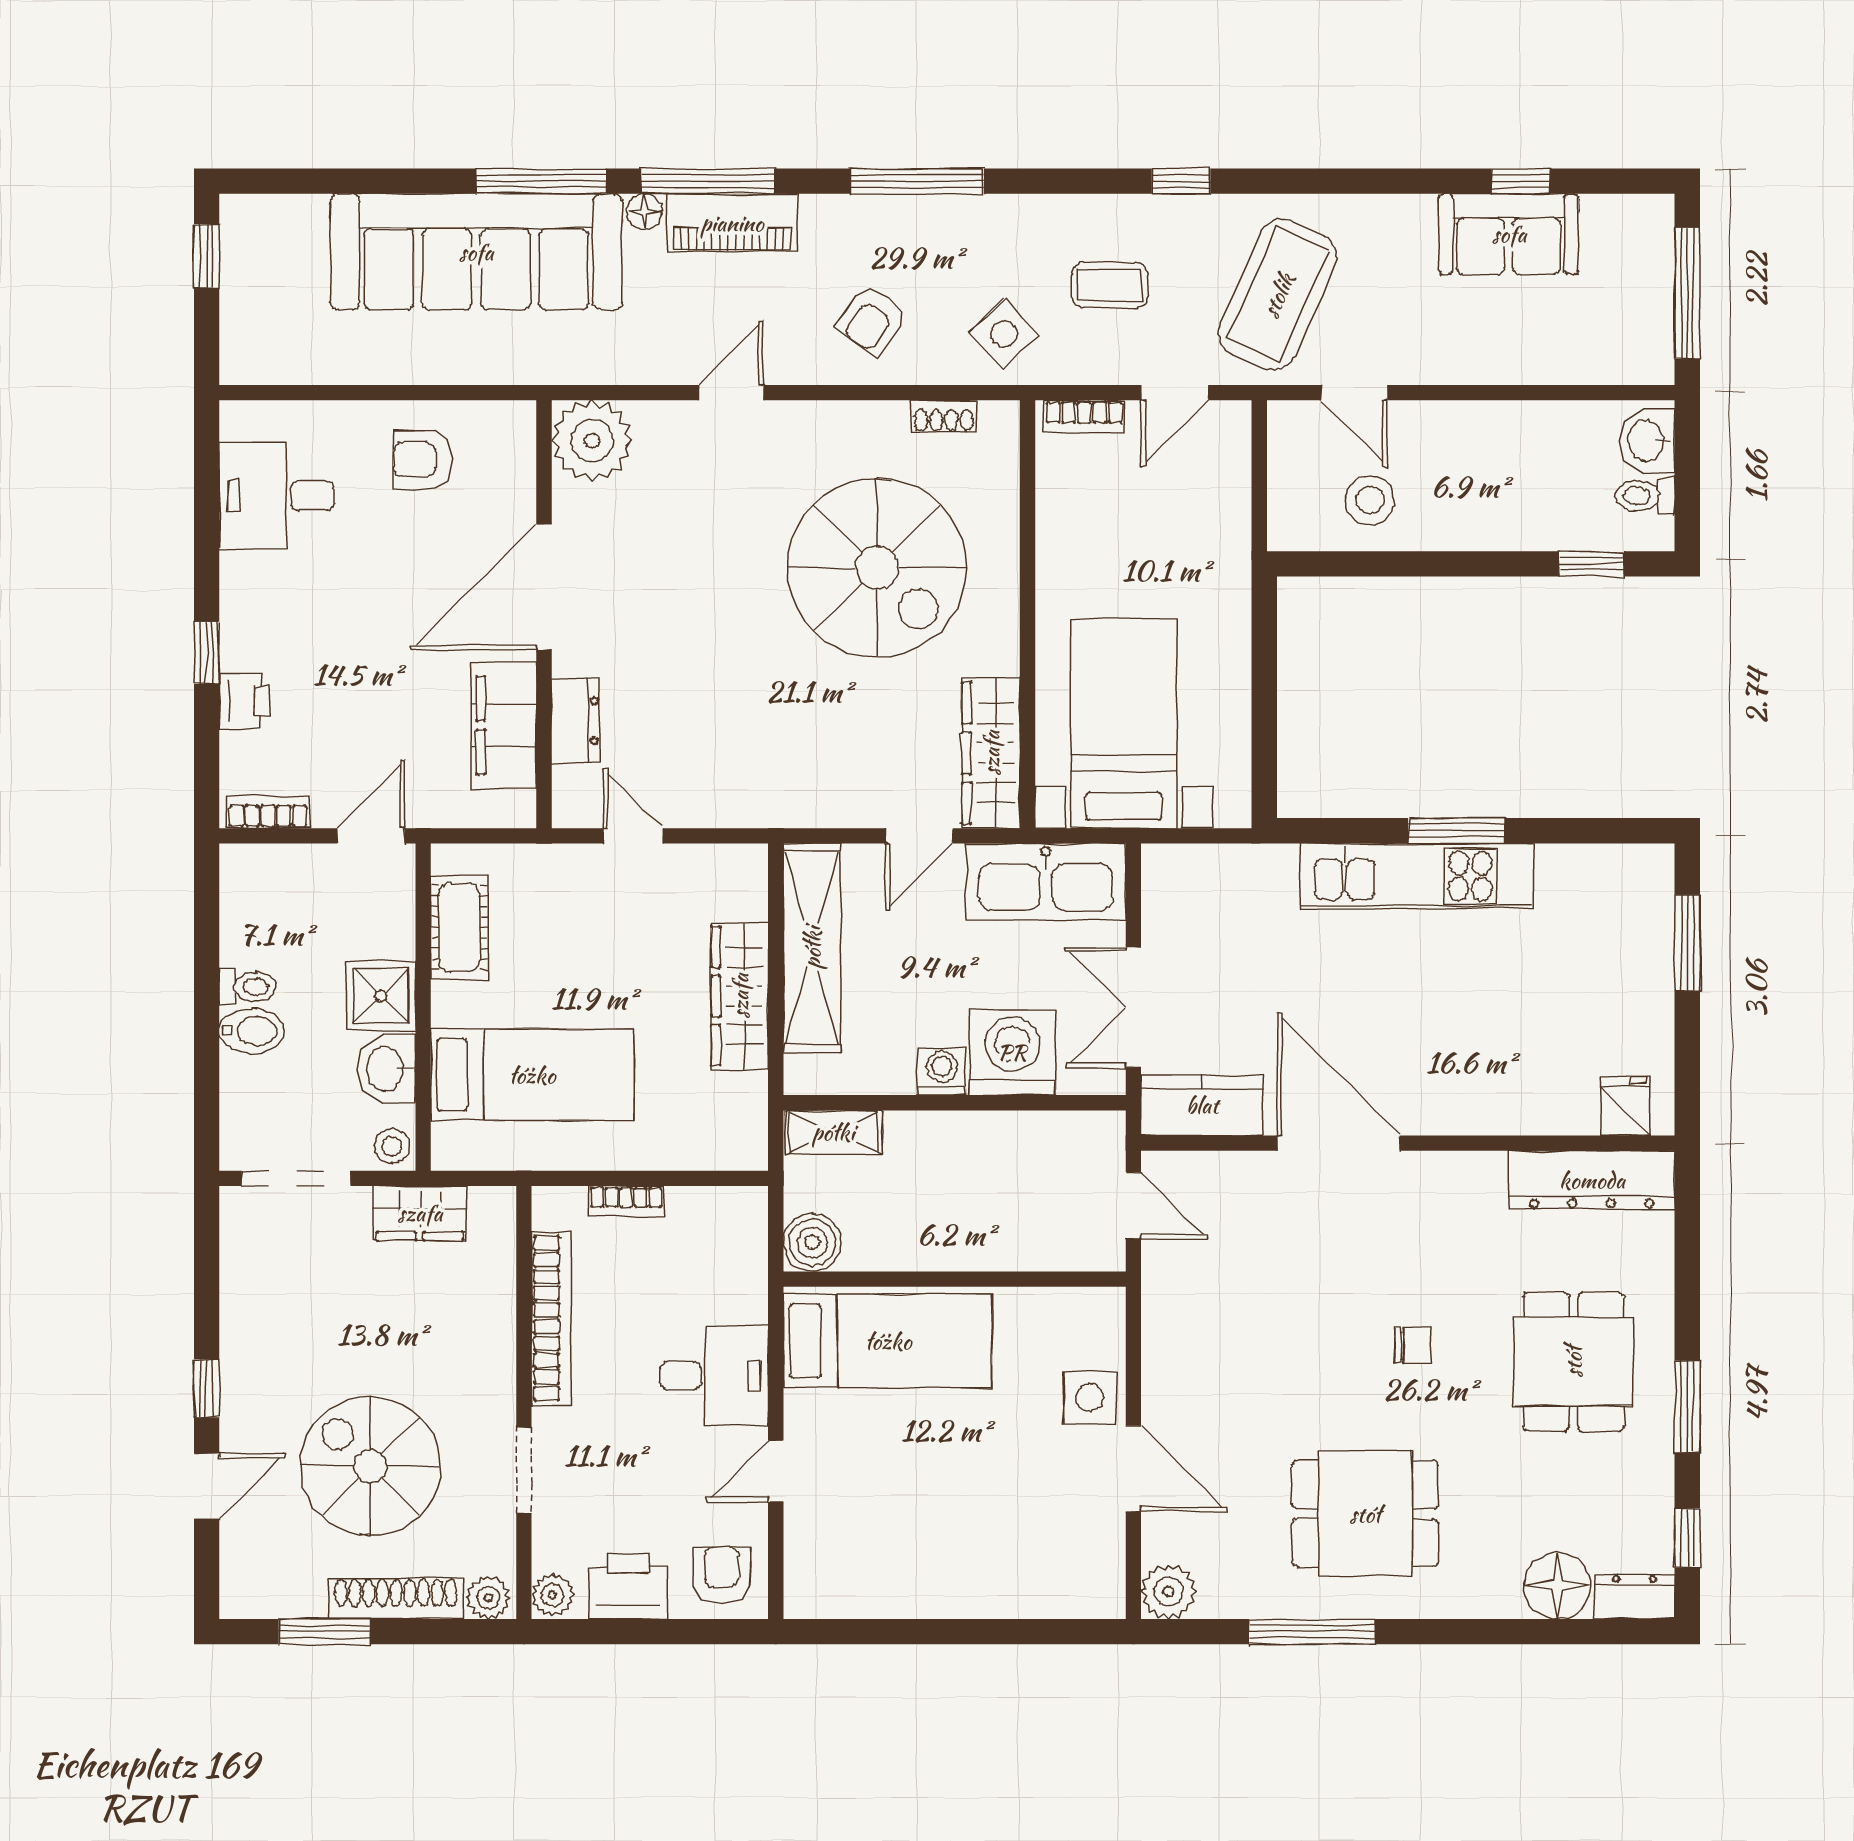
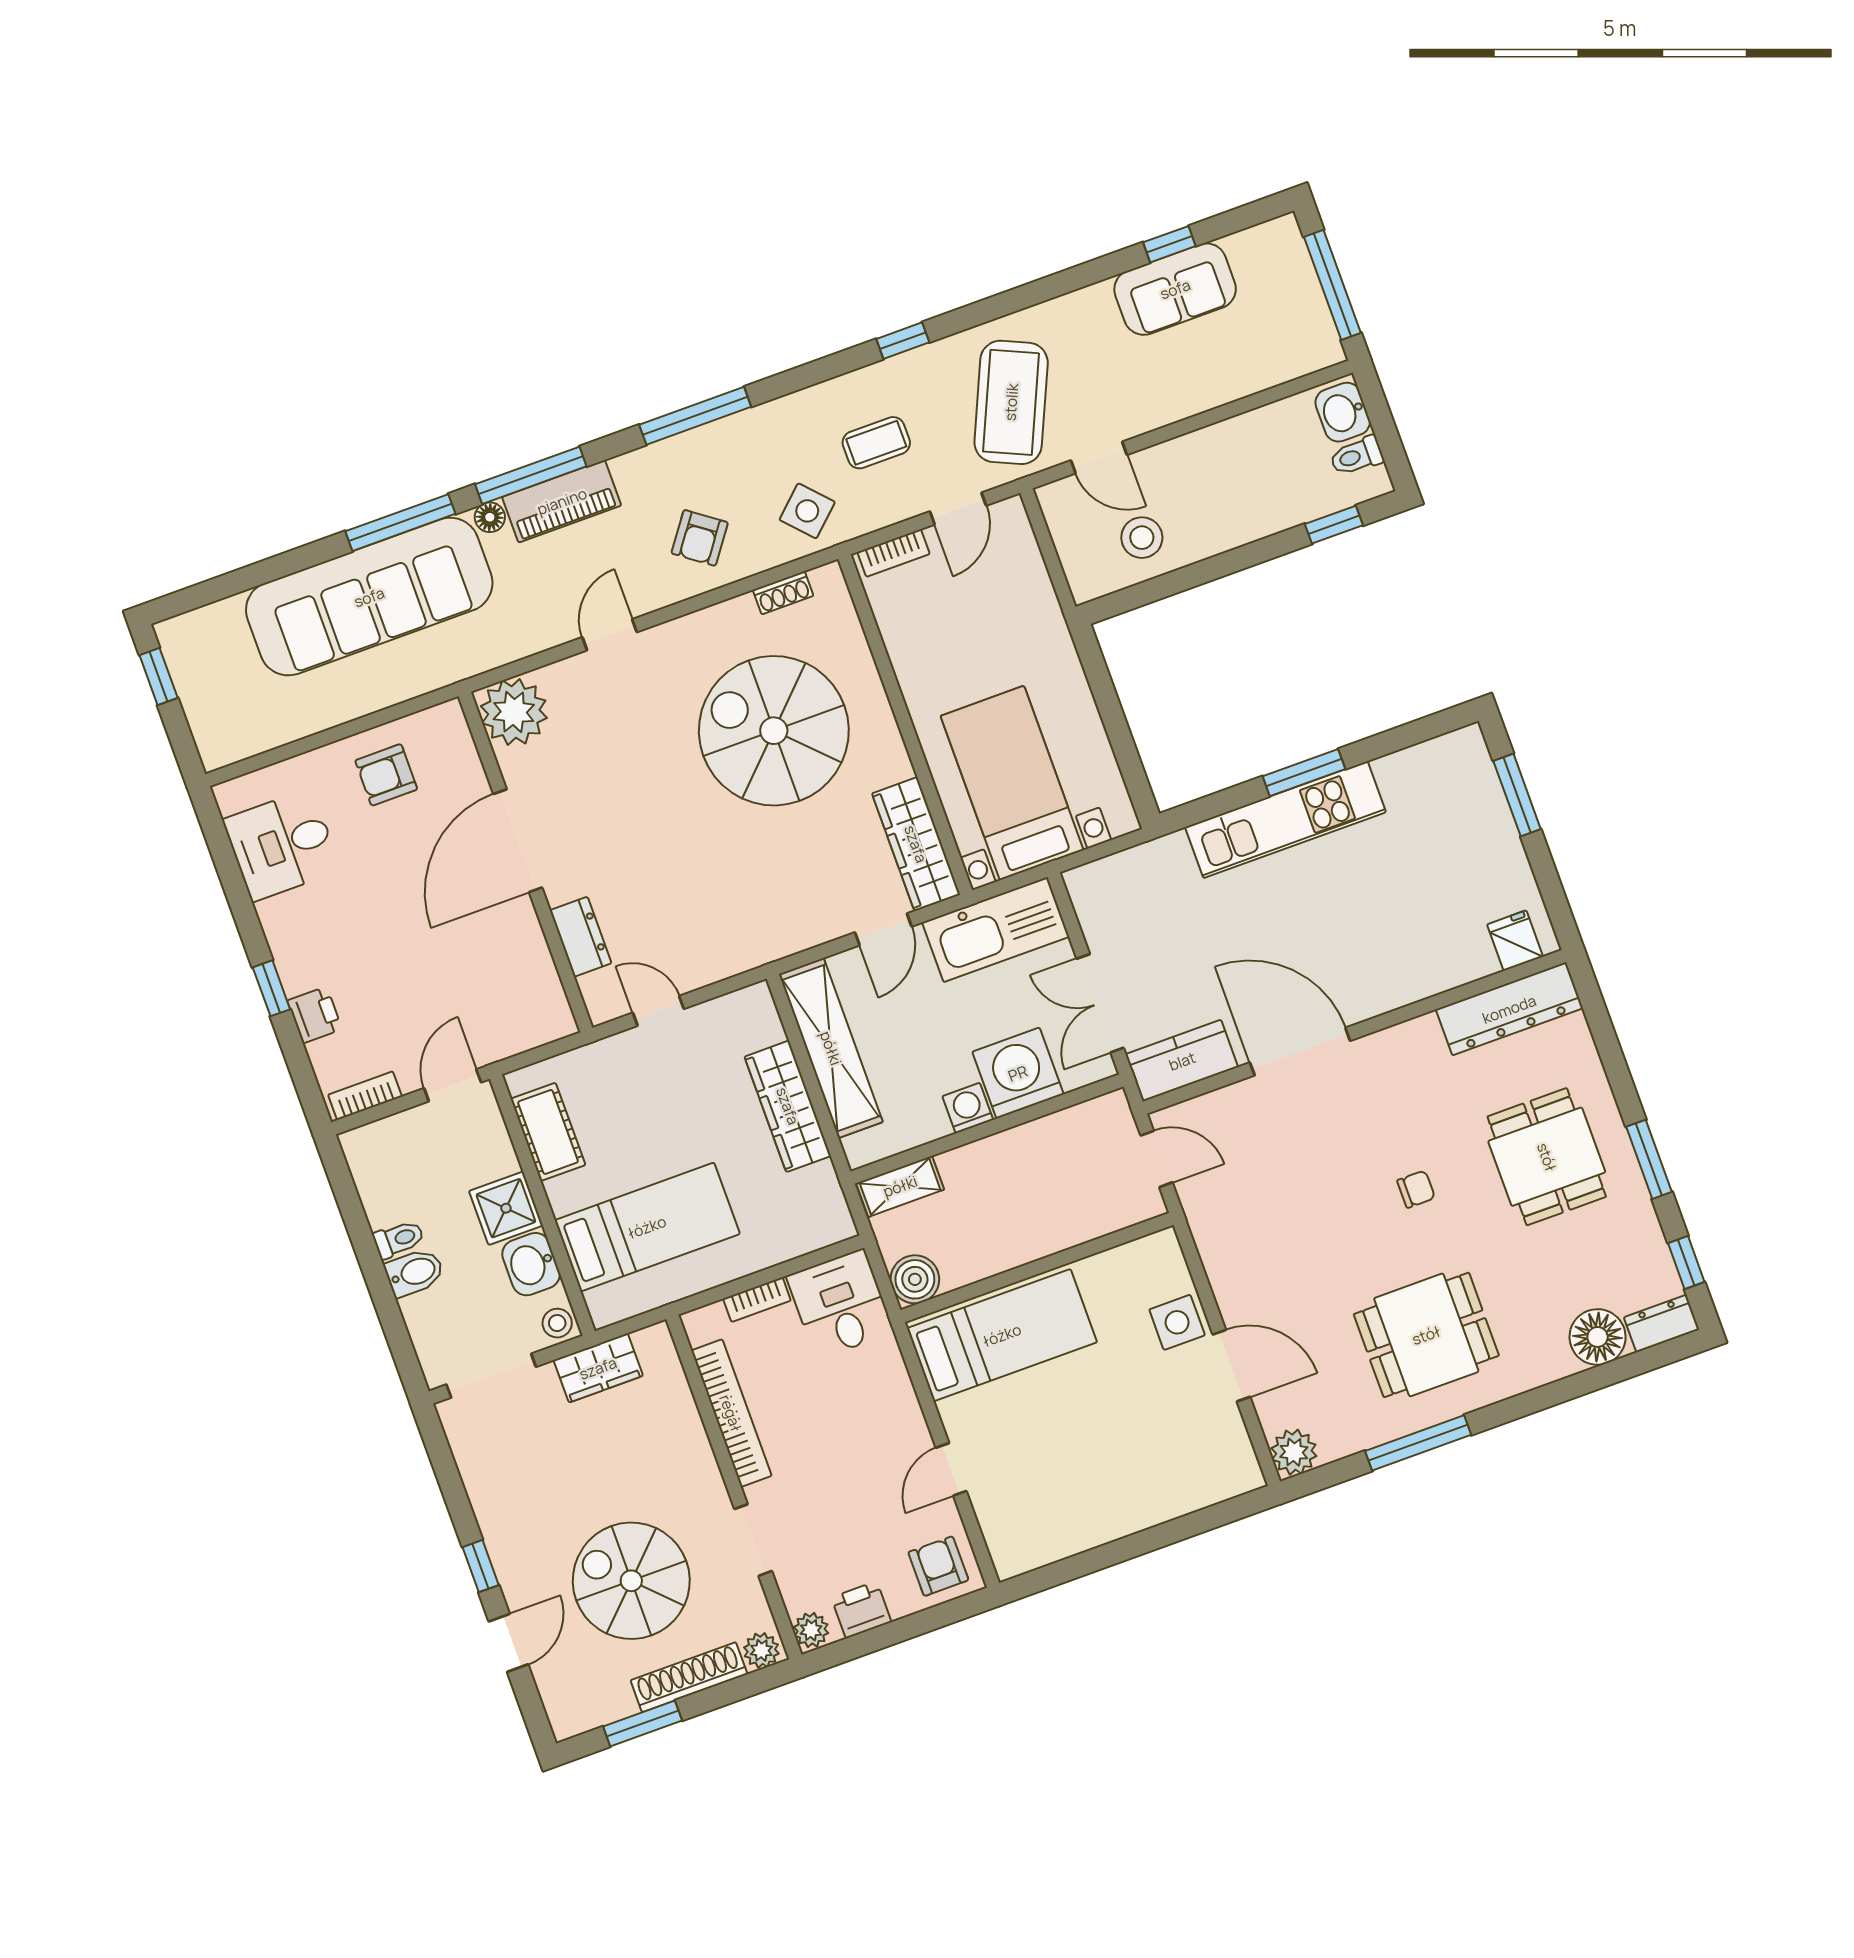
spiral stairs: (877, 568) -> (774, 731), turned 180
filing cabinet: (504, 725) -> (525, 961), removed
desk: (714, 1376) -> (840, 1304), moved, turned -90
printer: (628, 1586) -> (861, 1610), width x0.73, depth x0.81

